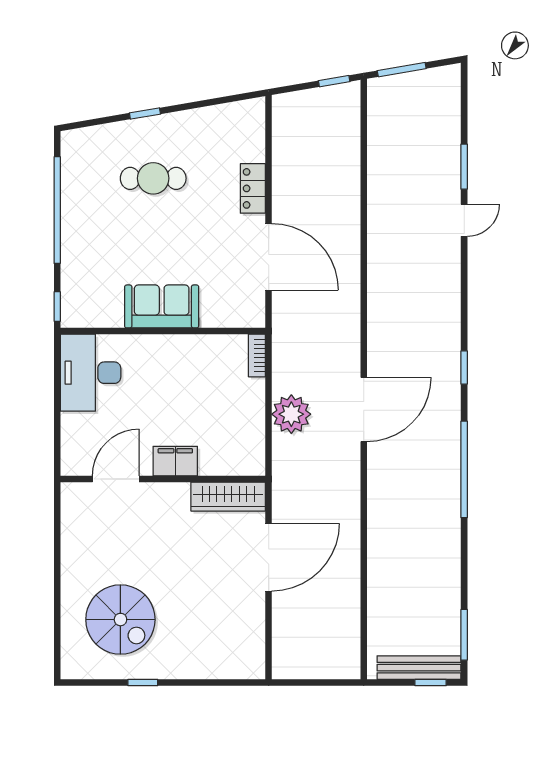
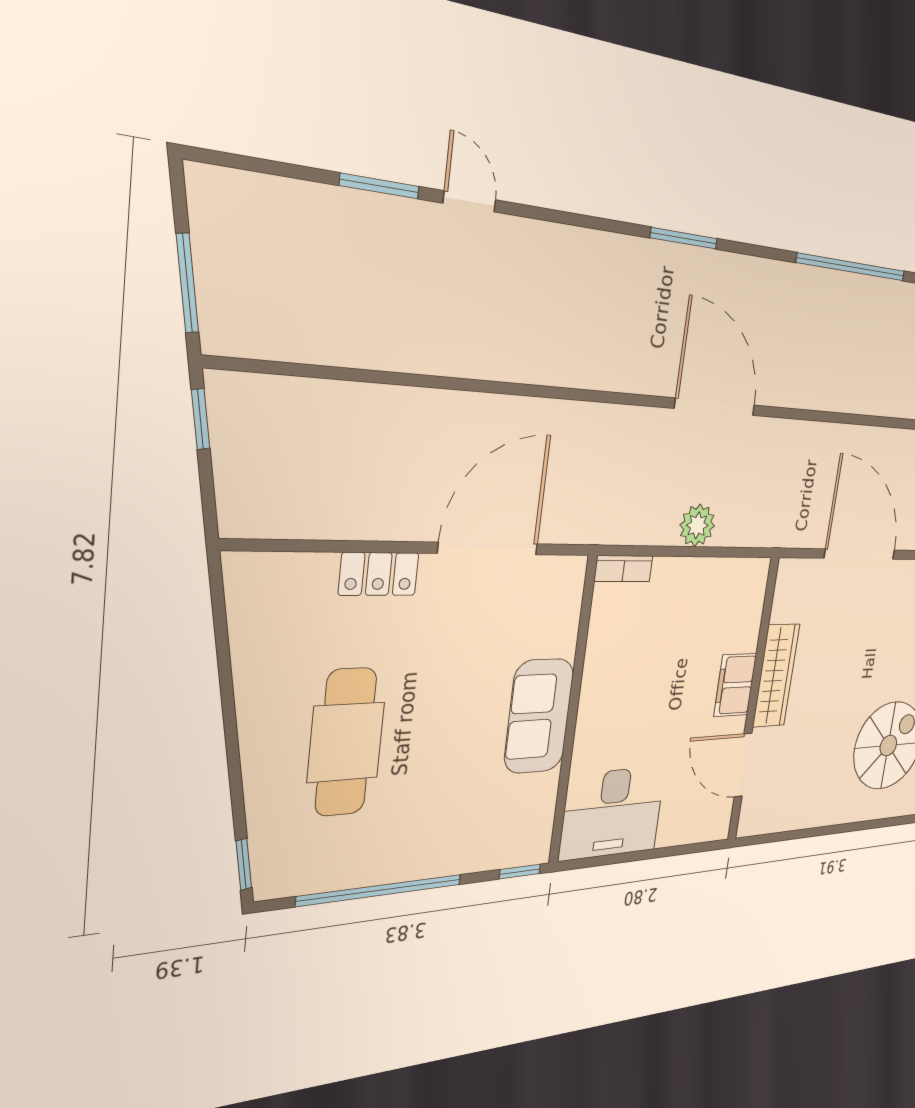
window: (145, 114) -> (244, 864), moved
cafe table: (153, 178) -> (346, 742), width x1.37, depth x1.35
window: (464, 367) -> (684, 238), width x1.50
plant: (291, 414) -> (697, 525), width x0.73, depth x0.73
window: (464, 469) -> (851, 267), moved
wardrobe: (228, 497) -> (776, 676), moved

